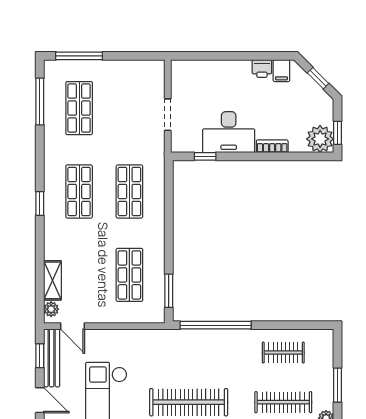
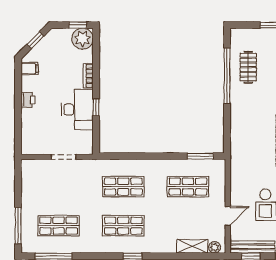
printer: (262, 69) -> (28, 100), moved
window: (205, 156) -> (96, 107), moved
window: (216, 325) -> (227, 76), moved
door: (73, 326) -> (228, 216), moved

